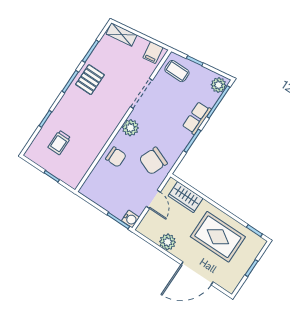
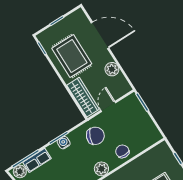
row of seats: (197, 118) -> (37, 160), moved
wardrobe: (186, 197) -> (83, 97), width x1.50
water cooler: (130, 219) -> (64, 143), moved

